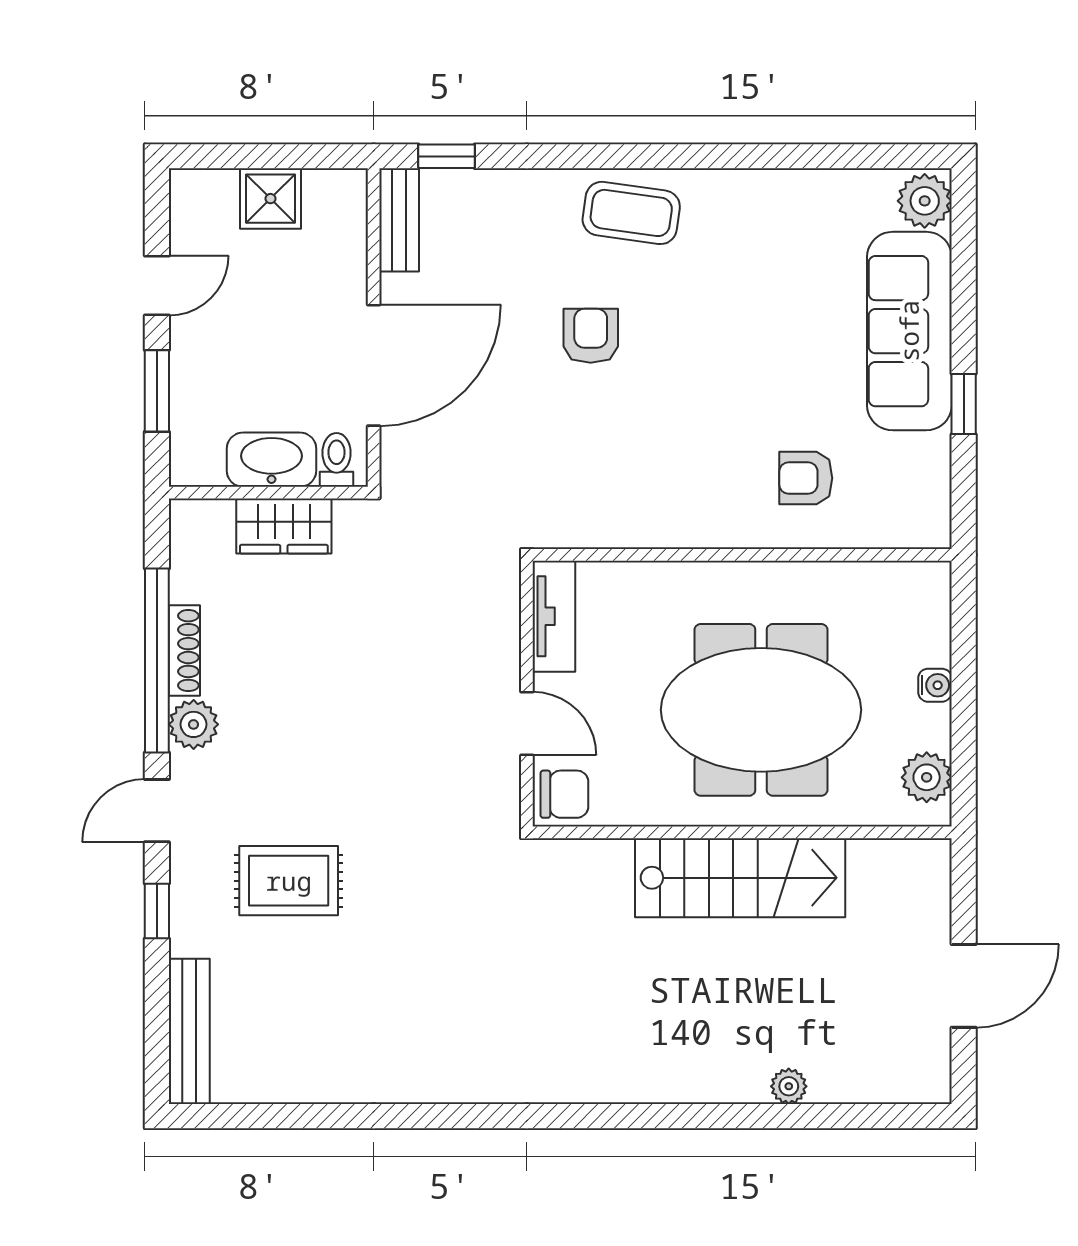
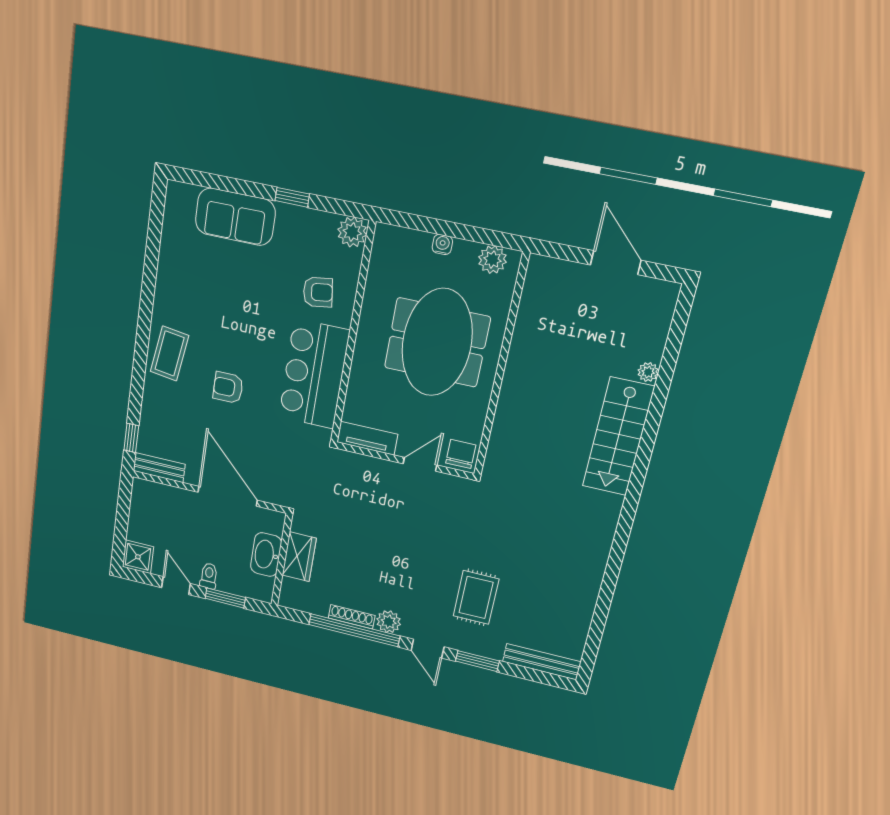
shower: (270, 199) -> (138, 557), moved
plant: (925, 201) -> (352, 232), moved
sofa: (909, 331) -> (235, 217), width x0.73
toilet: (337, 460) -> (209, 576), moved, turned 90
armchair: (806, 478) -> (318, 292), turned -98
bar counter: (653, 495) -> (314, 374), added
stairs: (740, 878) -> (618, 437), moved, turned 180
window: (157, 911) -> (477, 661), width x1.50

